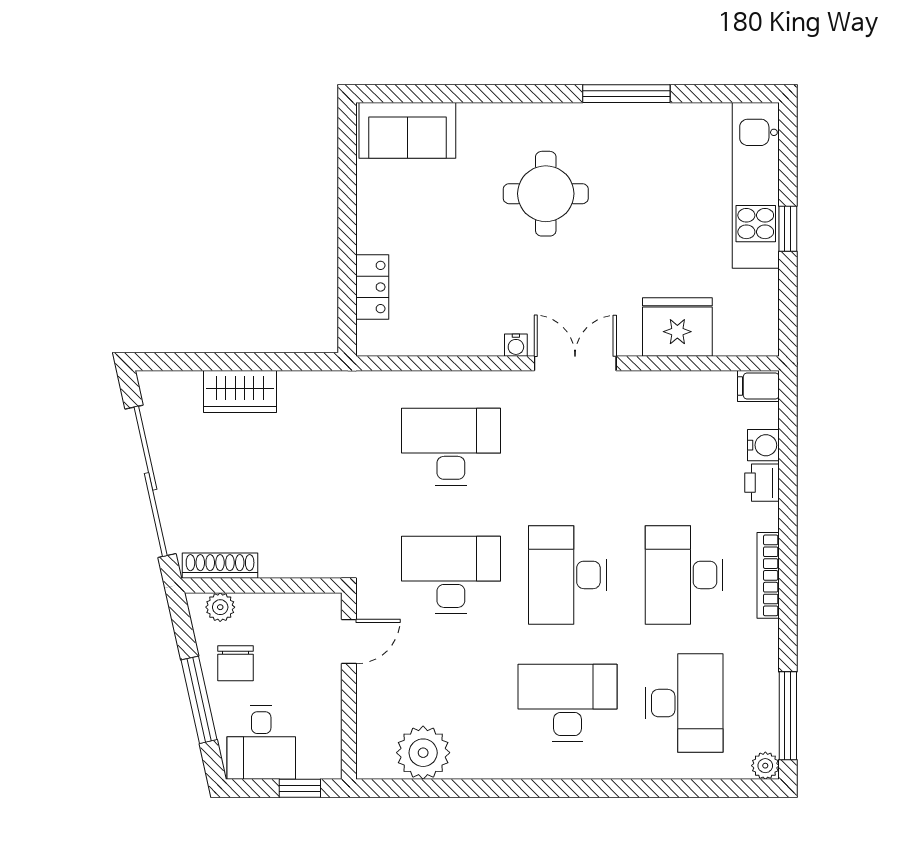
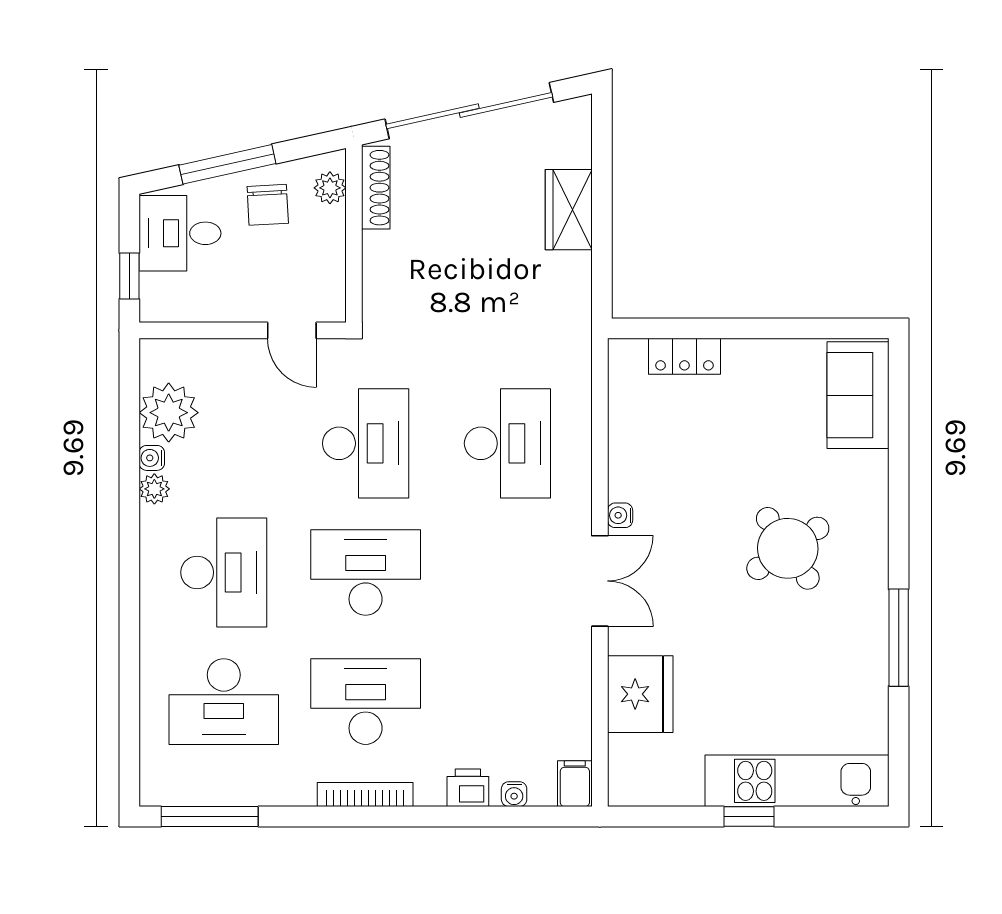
round table: (546, 194) -> (788, 548), turned -34
water cooler: (763, 445) -> (514, 794), width x0.72, depth x0.72
chair: (236, 663) -> (268, 205), turned -93
plant: (765, 766) -> (154, 489), moved
water cooler: (464, 768) -> (152, 458), added

